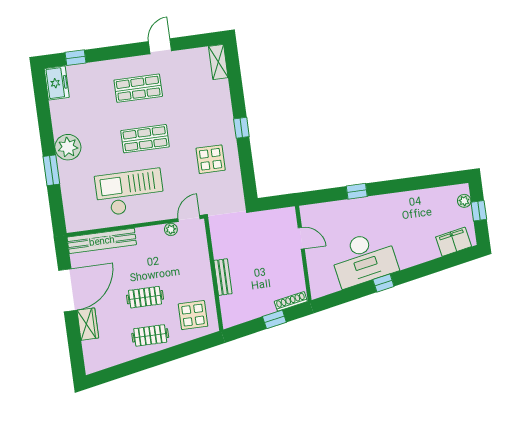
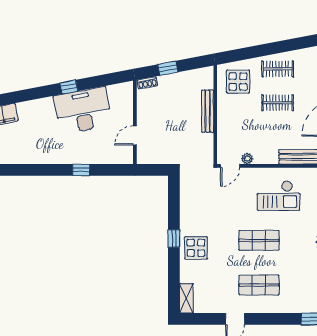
display table: (211, 159) -> (196, 248), moved
checkout: (130, 192) -> (278, 196), width x0.73, depth x0.83
door: (301, 238) -> (135, 136), hinge flipped
bench: (223, 277) -> (208, 111), width x1.36
shoe rack: (291, 301) -> (147, 83), width x0.70

